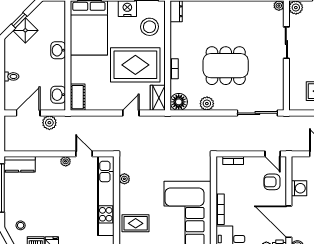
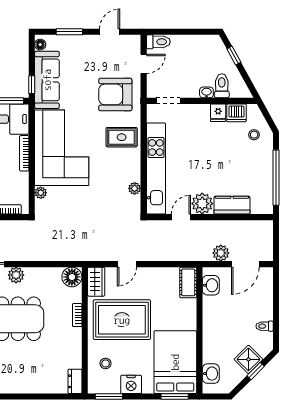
stool: (149, 27) -> (106, 363), width x0.53, depth x0.53
washbasin: (58, 50) -> (211, 374), moved
toilet: (11, 76) -> (265, 326), moved
plant: (207, 104) -> (16, 275), moved
door: (84, 154) -> (181, 217), swing flipped
plant: (66, 161) -> (202, 204), width x1.88, depth x1.88
kitchen counter: (20, 164) -> (232, 205), moved
plant: (206, 175) -> (41, 193), added

